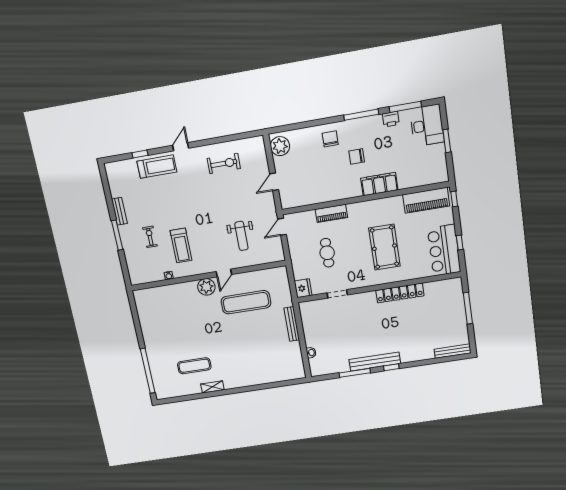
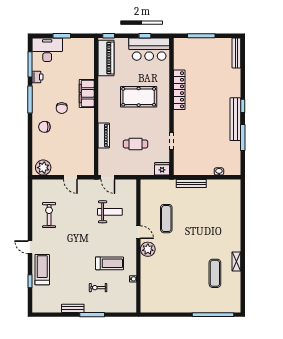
exercise mat: (246, 302) -> (166, 219), width x0.73, depth x0.69

